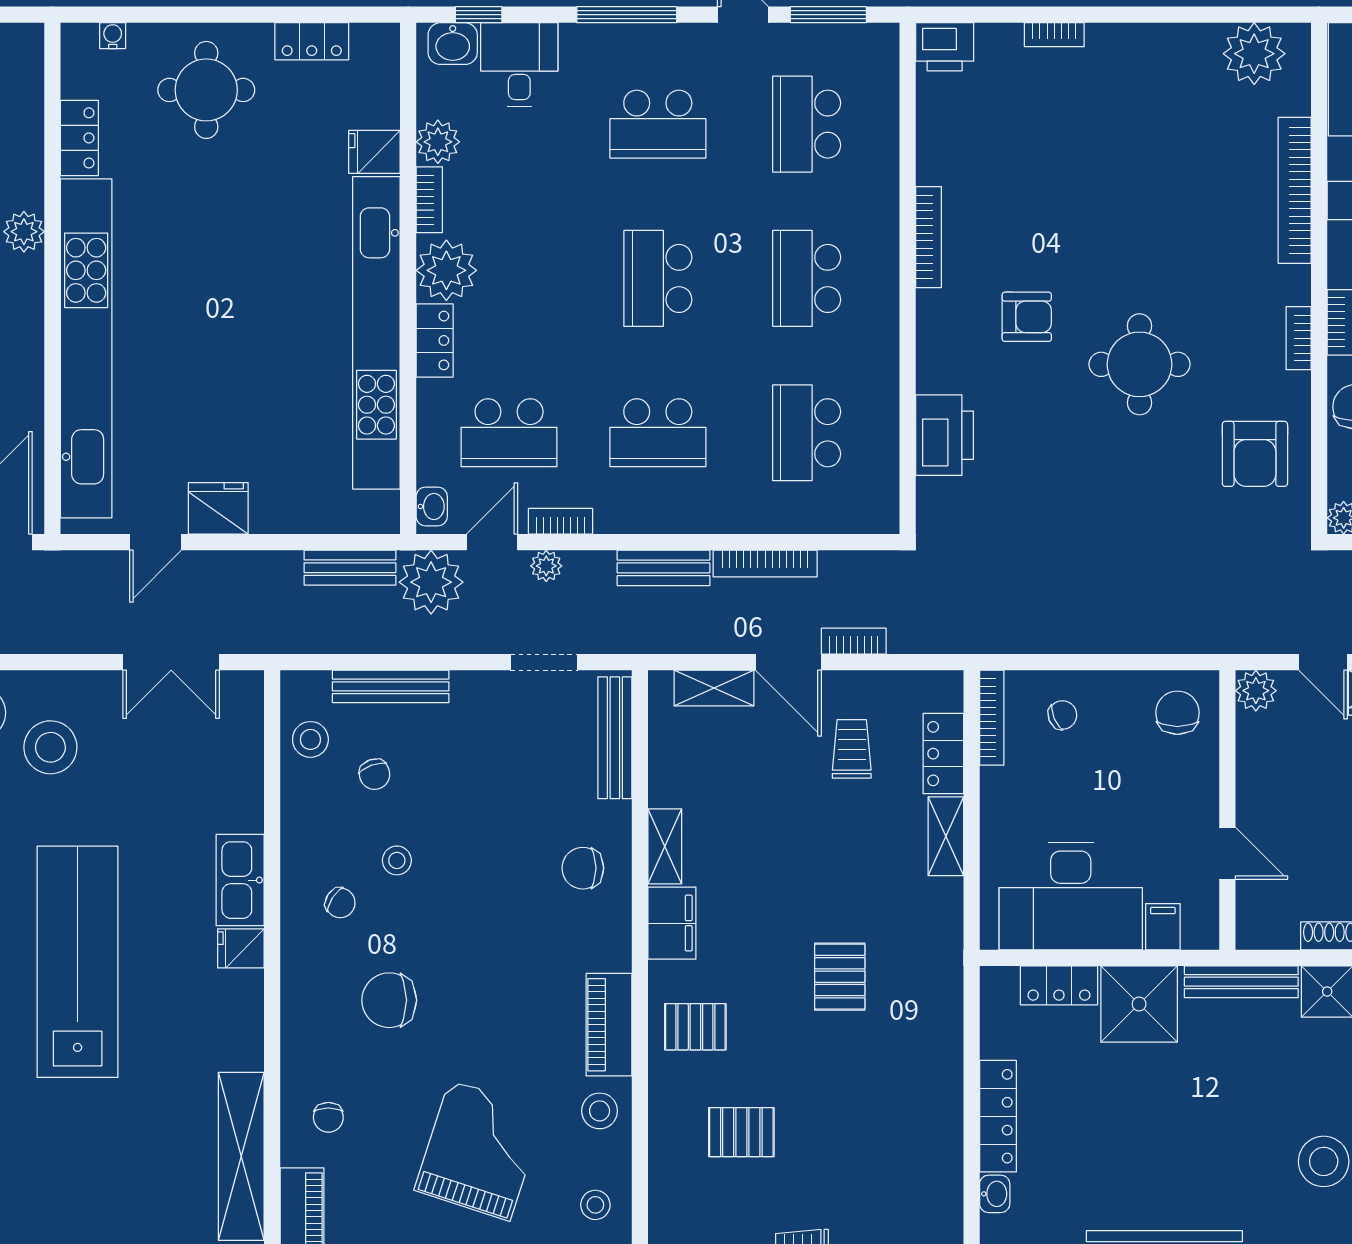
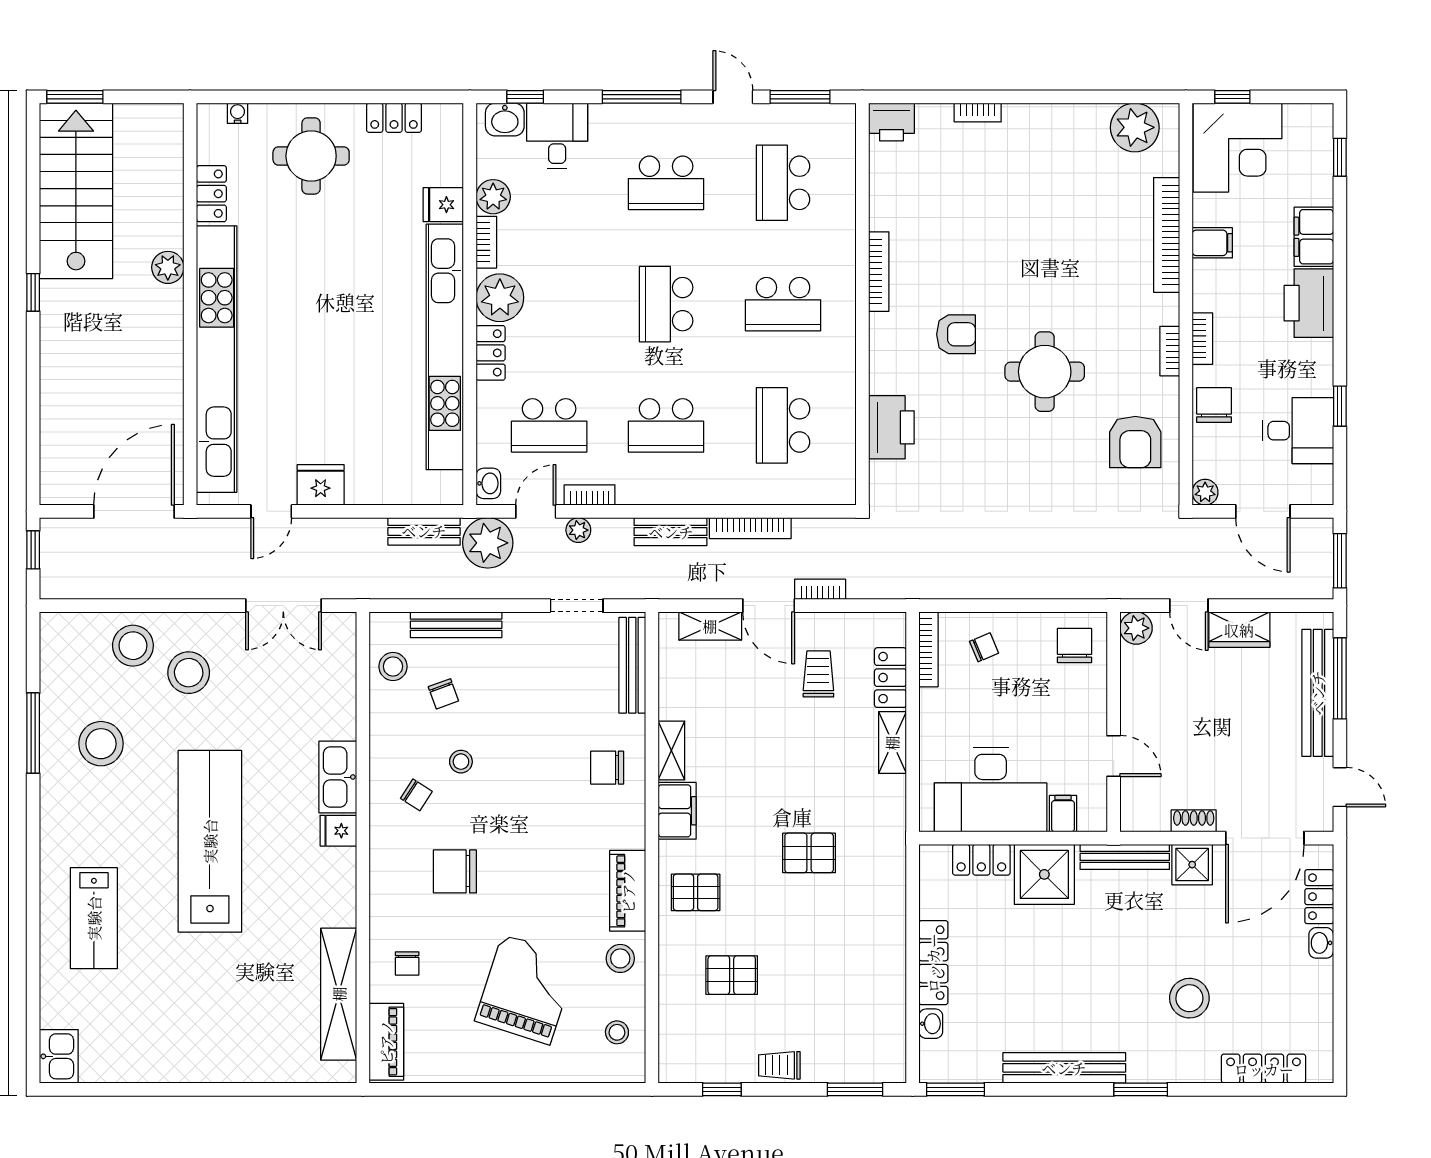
school desk: (807, 278) -> (783, 304), turned -90
pallet: (840, 977) -> (809, 853), turned 90

